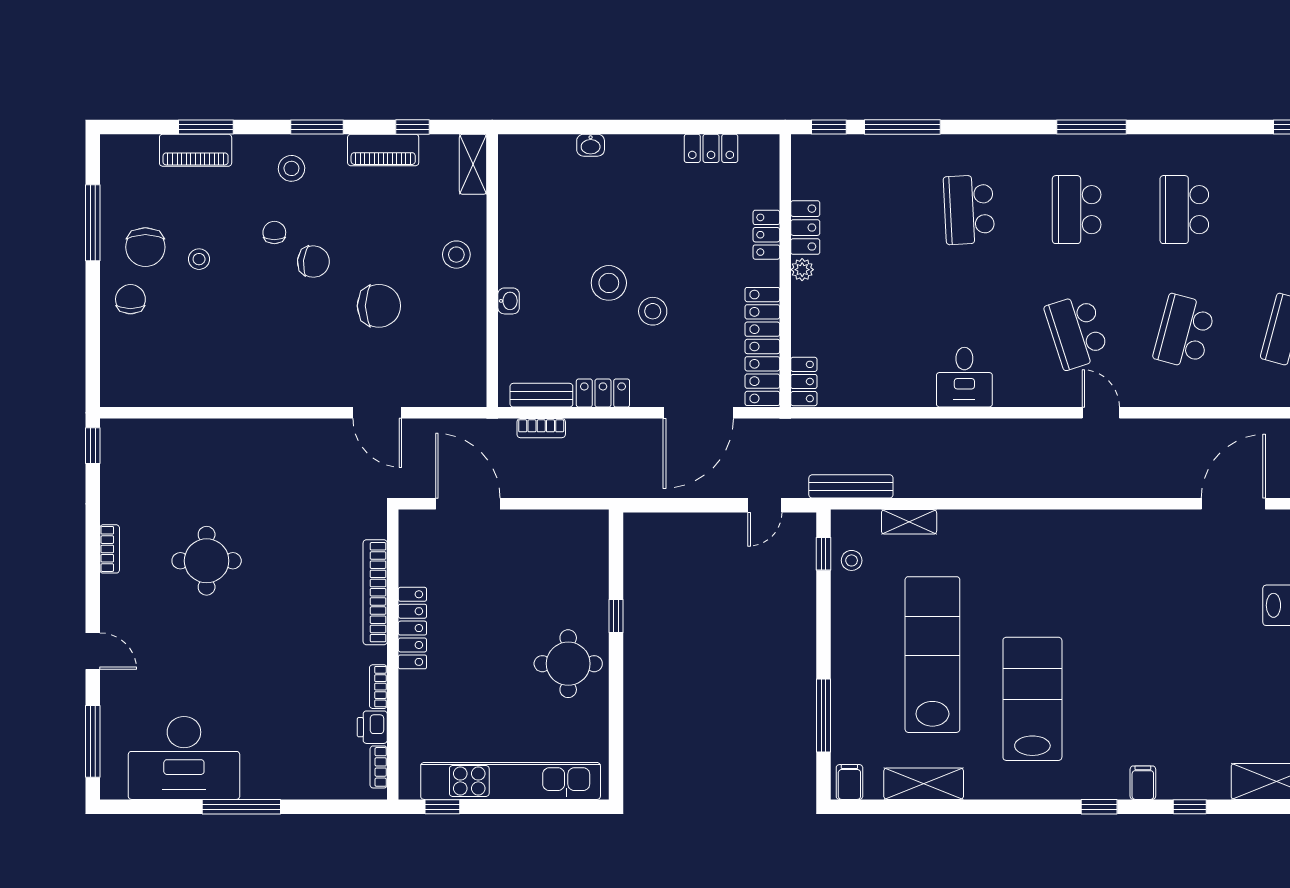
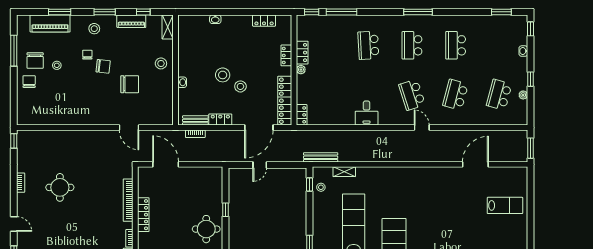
piano: (196, 150) -> (50, 23), width x1.37, depth x1.33
door: (765, 505) -> (260, 165), moved

